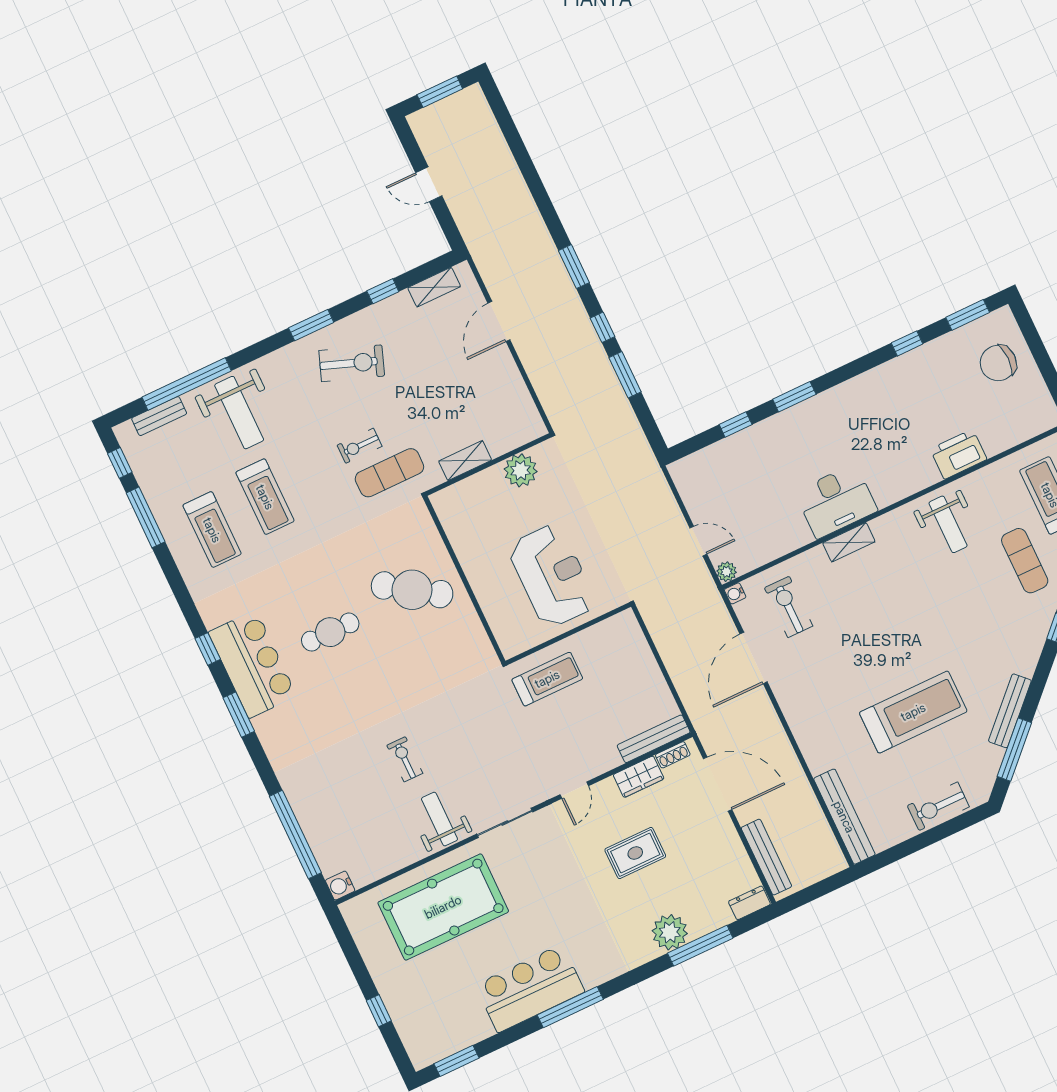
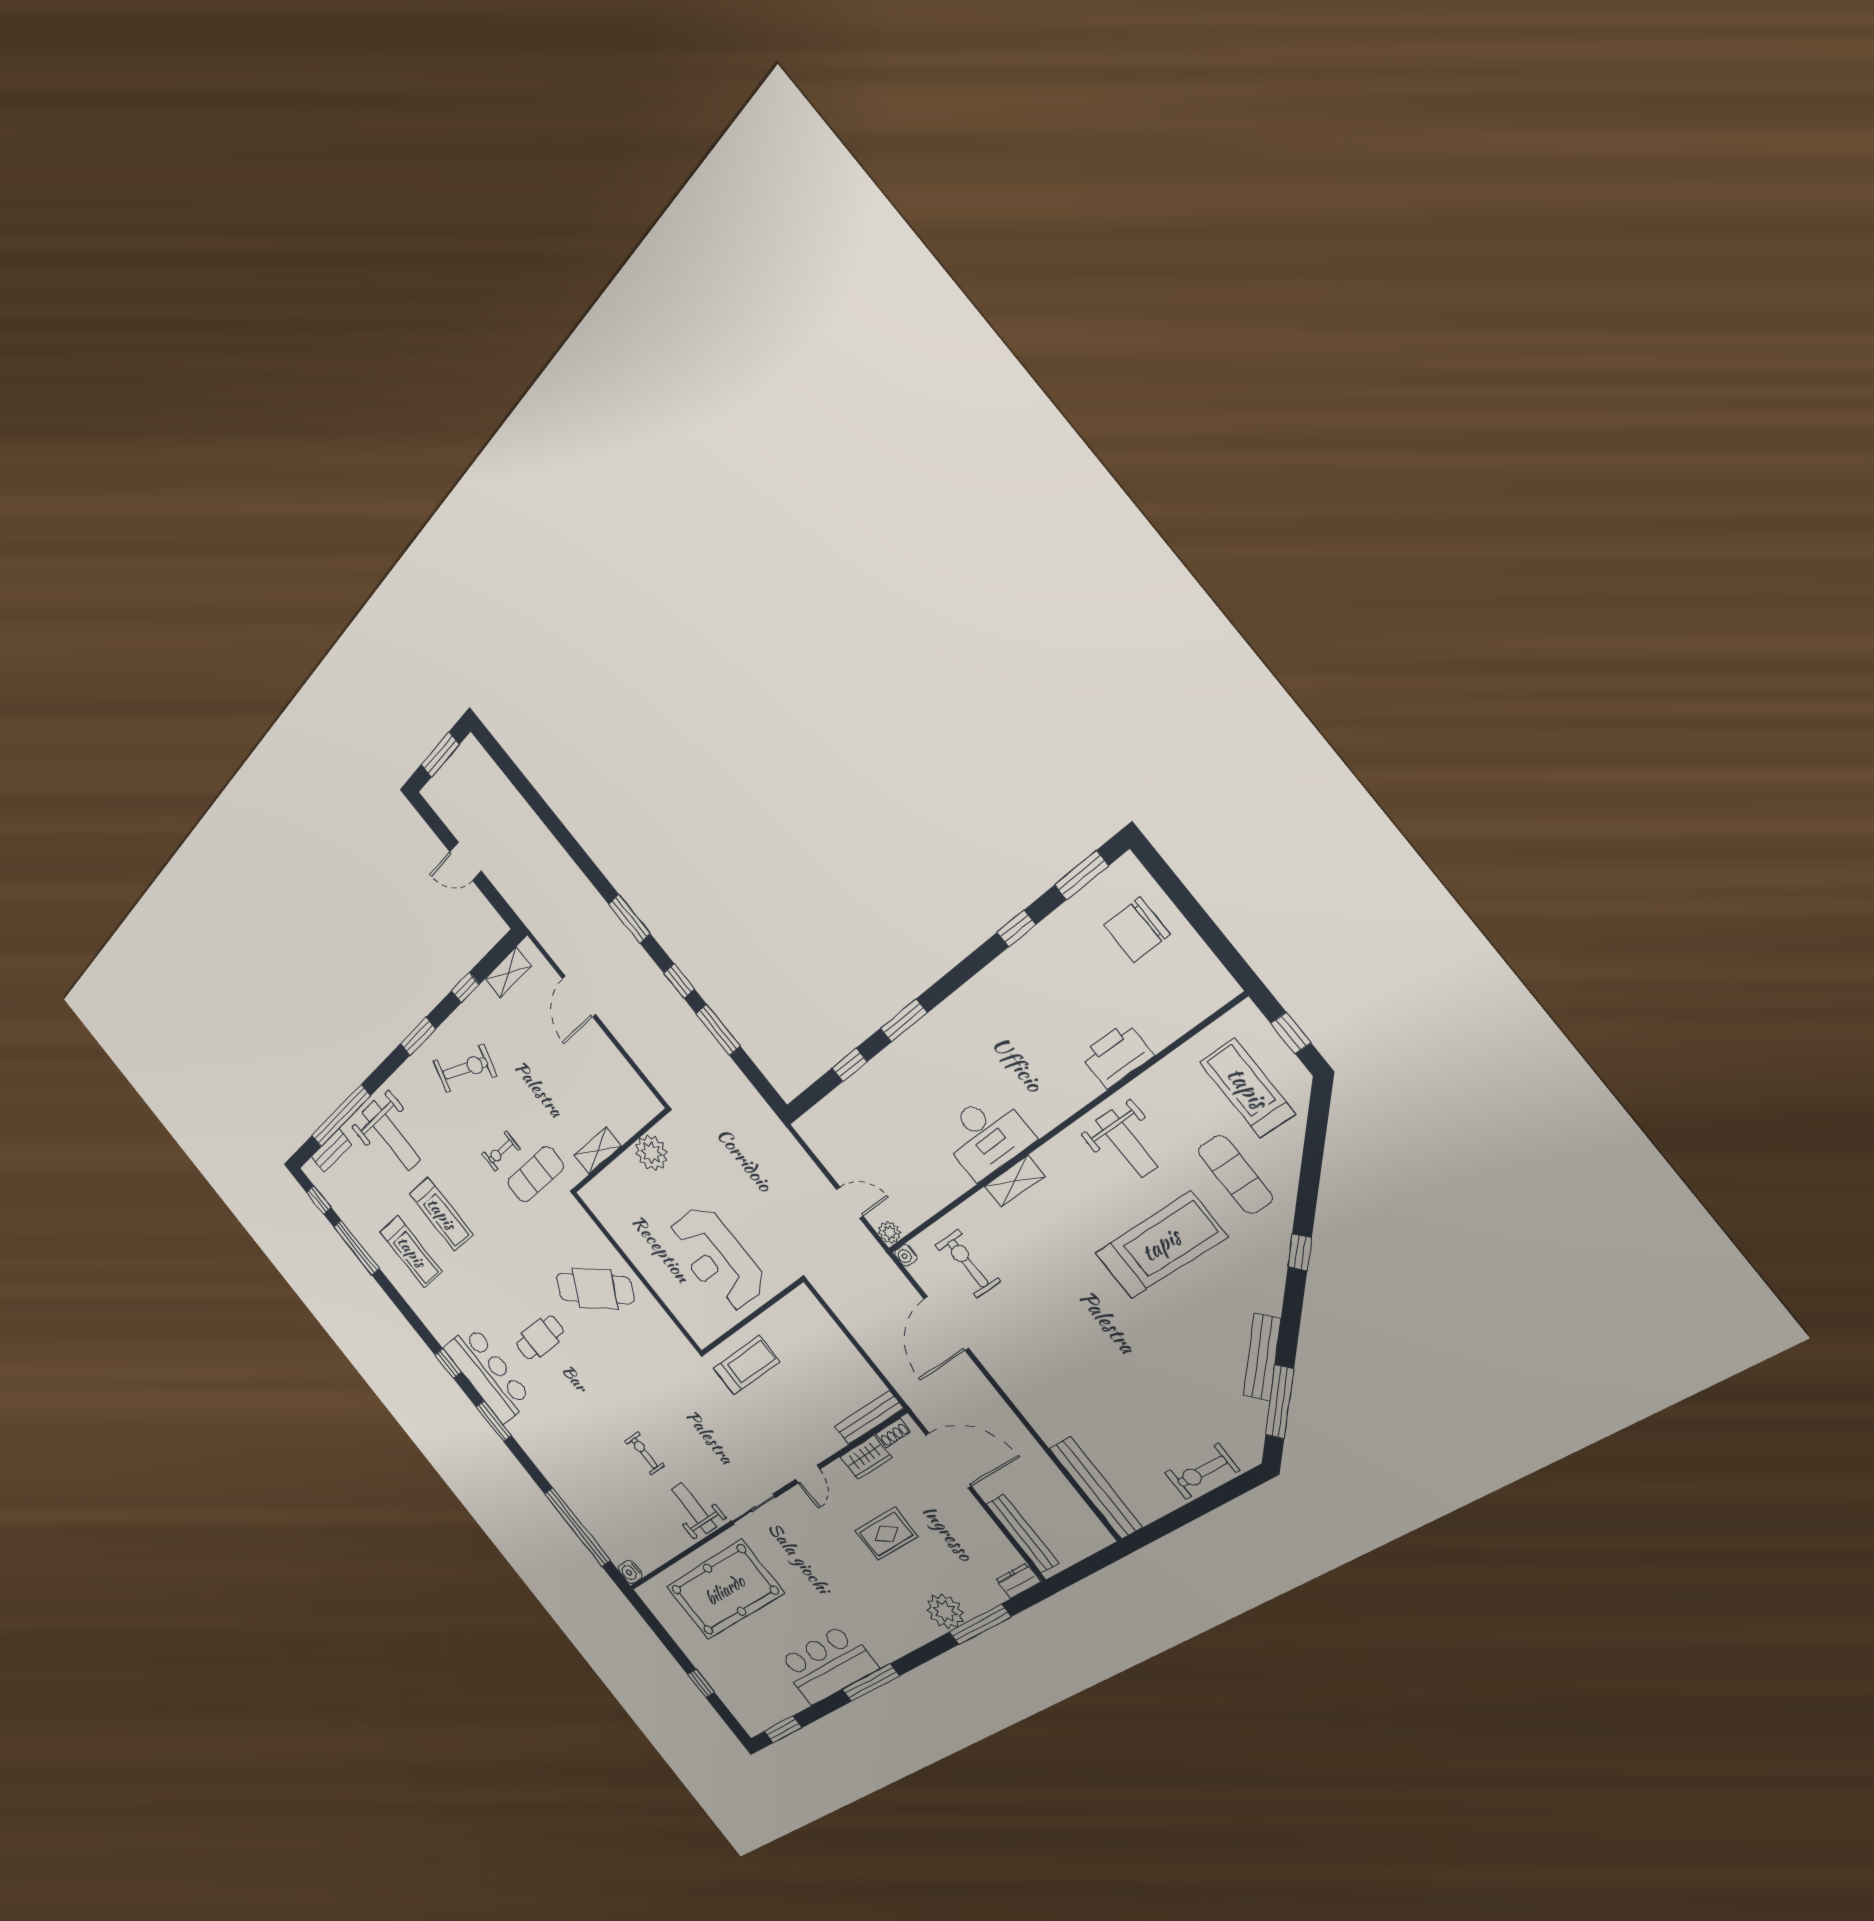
reception desk: (552, 576) -> (717, 1259), turned 180
treadmill: (913, 712) -> (1161, 1245), moved

